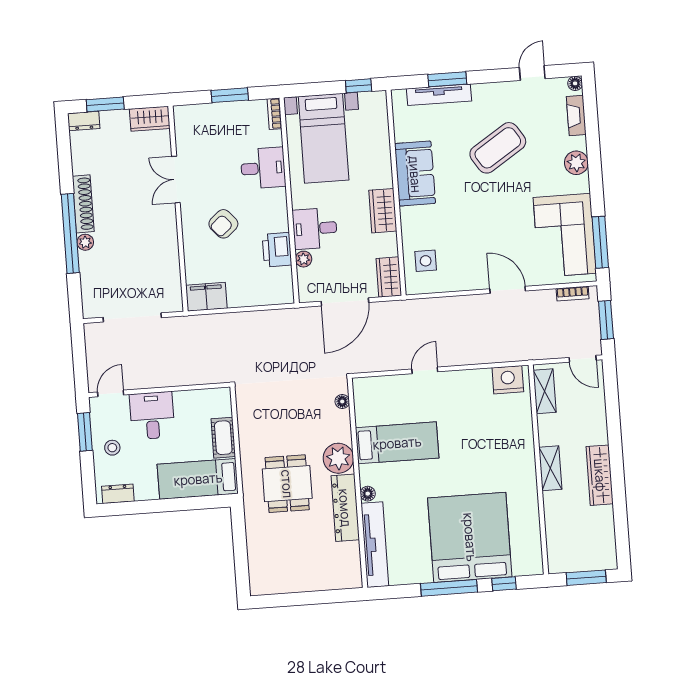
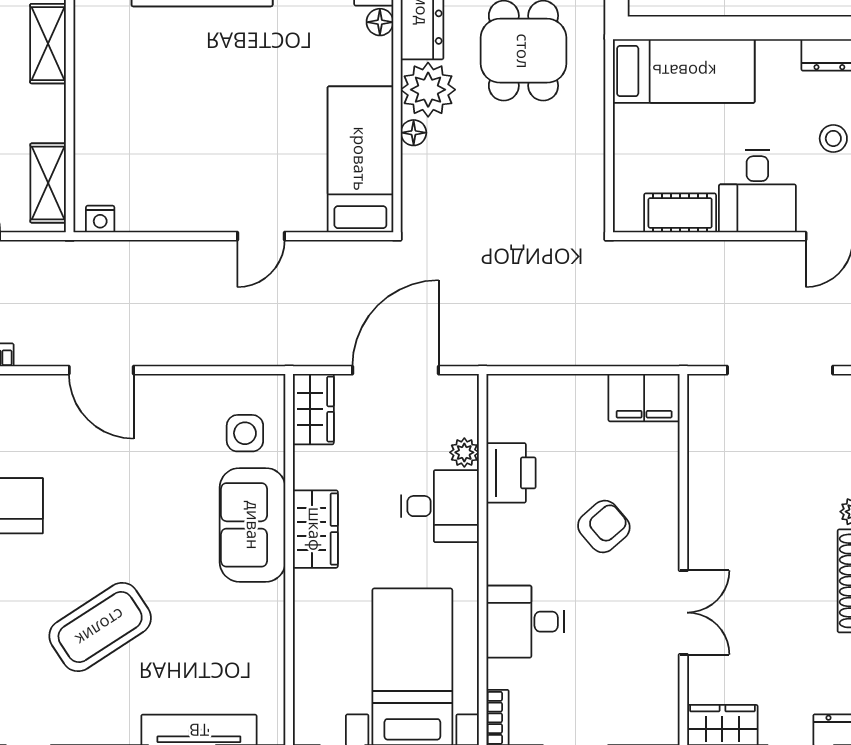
sofa: (415, 174) -> (253, 525), moved
nightstand: (508, 380) -> (100, 219), width x0.53, depth x0.56
floor lamp: (342, 401) -> (414, 133), moved
cot: (223, 438) -> (680, 213), moved, turned 90
bed: (397, 443) -> (360, 159), moved, turned 90

